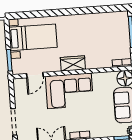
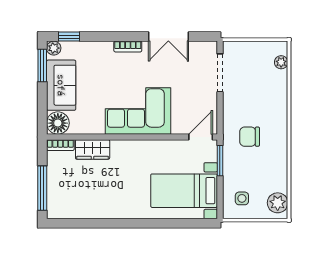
wardrobe: (73, 63) -> (93, 149), moved
door: (35, 75) -> (201, 137), moved

